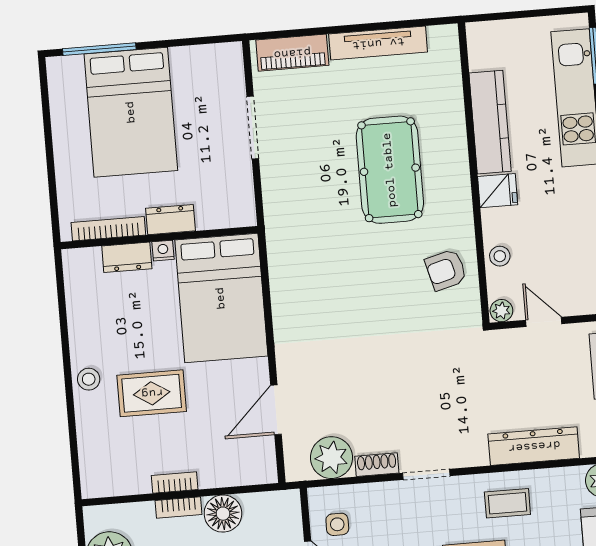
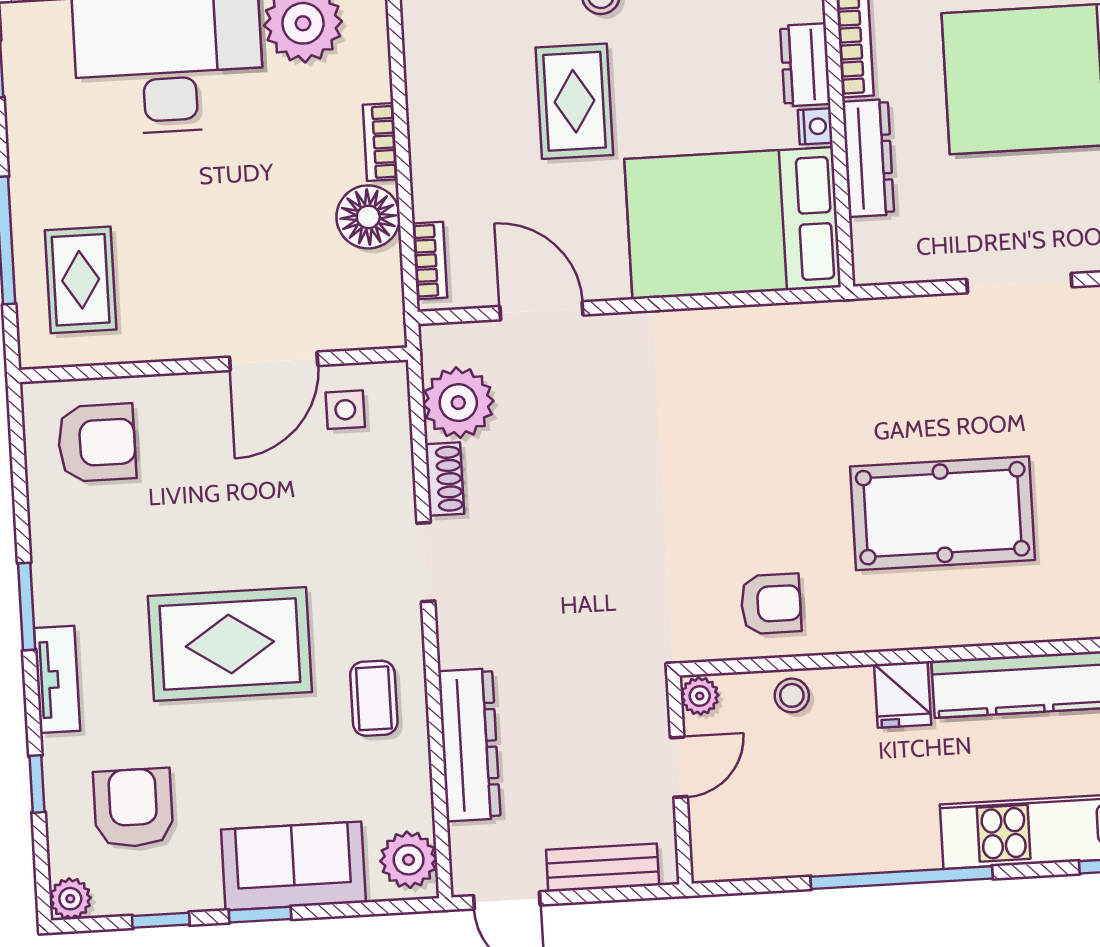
dresser: (171, 220) -> (868, 158), width x1.44
armchair: (446, 270) -> (771, 604), turned 105
bookcase: (175, 483) -> (430, 261), moved

